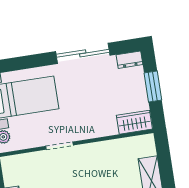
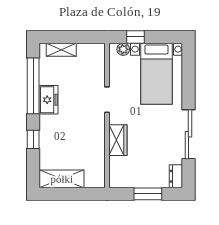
wardrobe: (134, 122) -> (118, 140), moved

